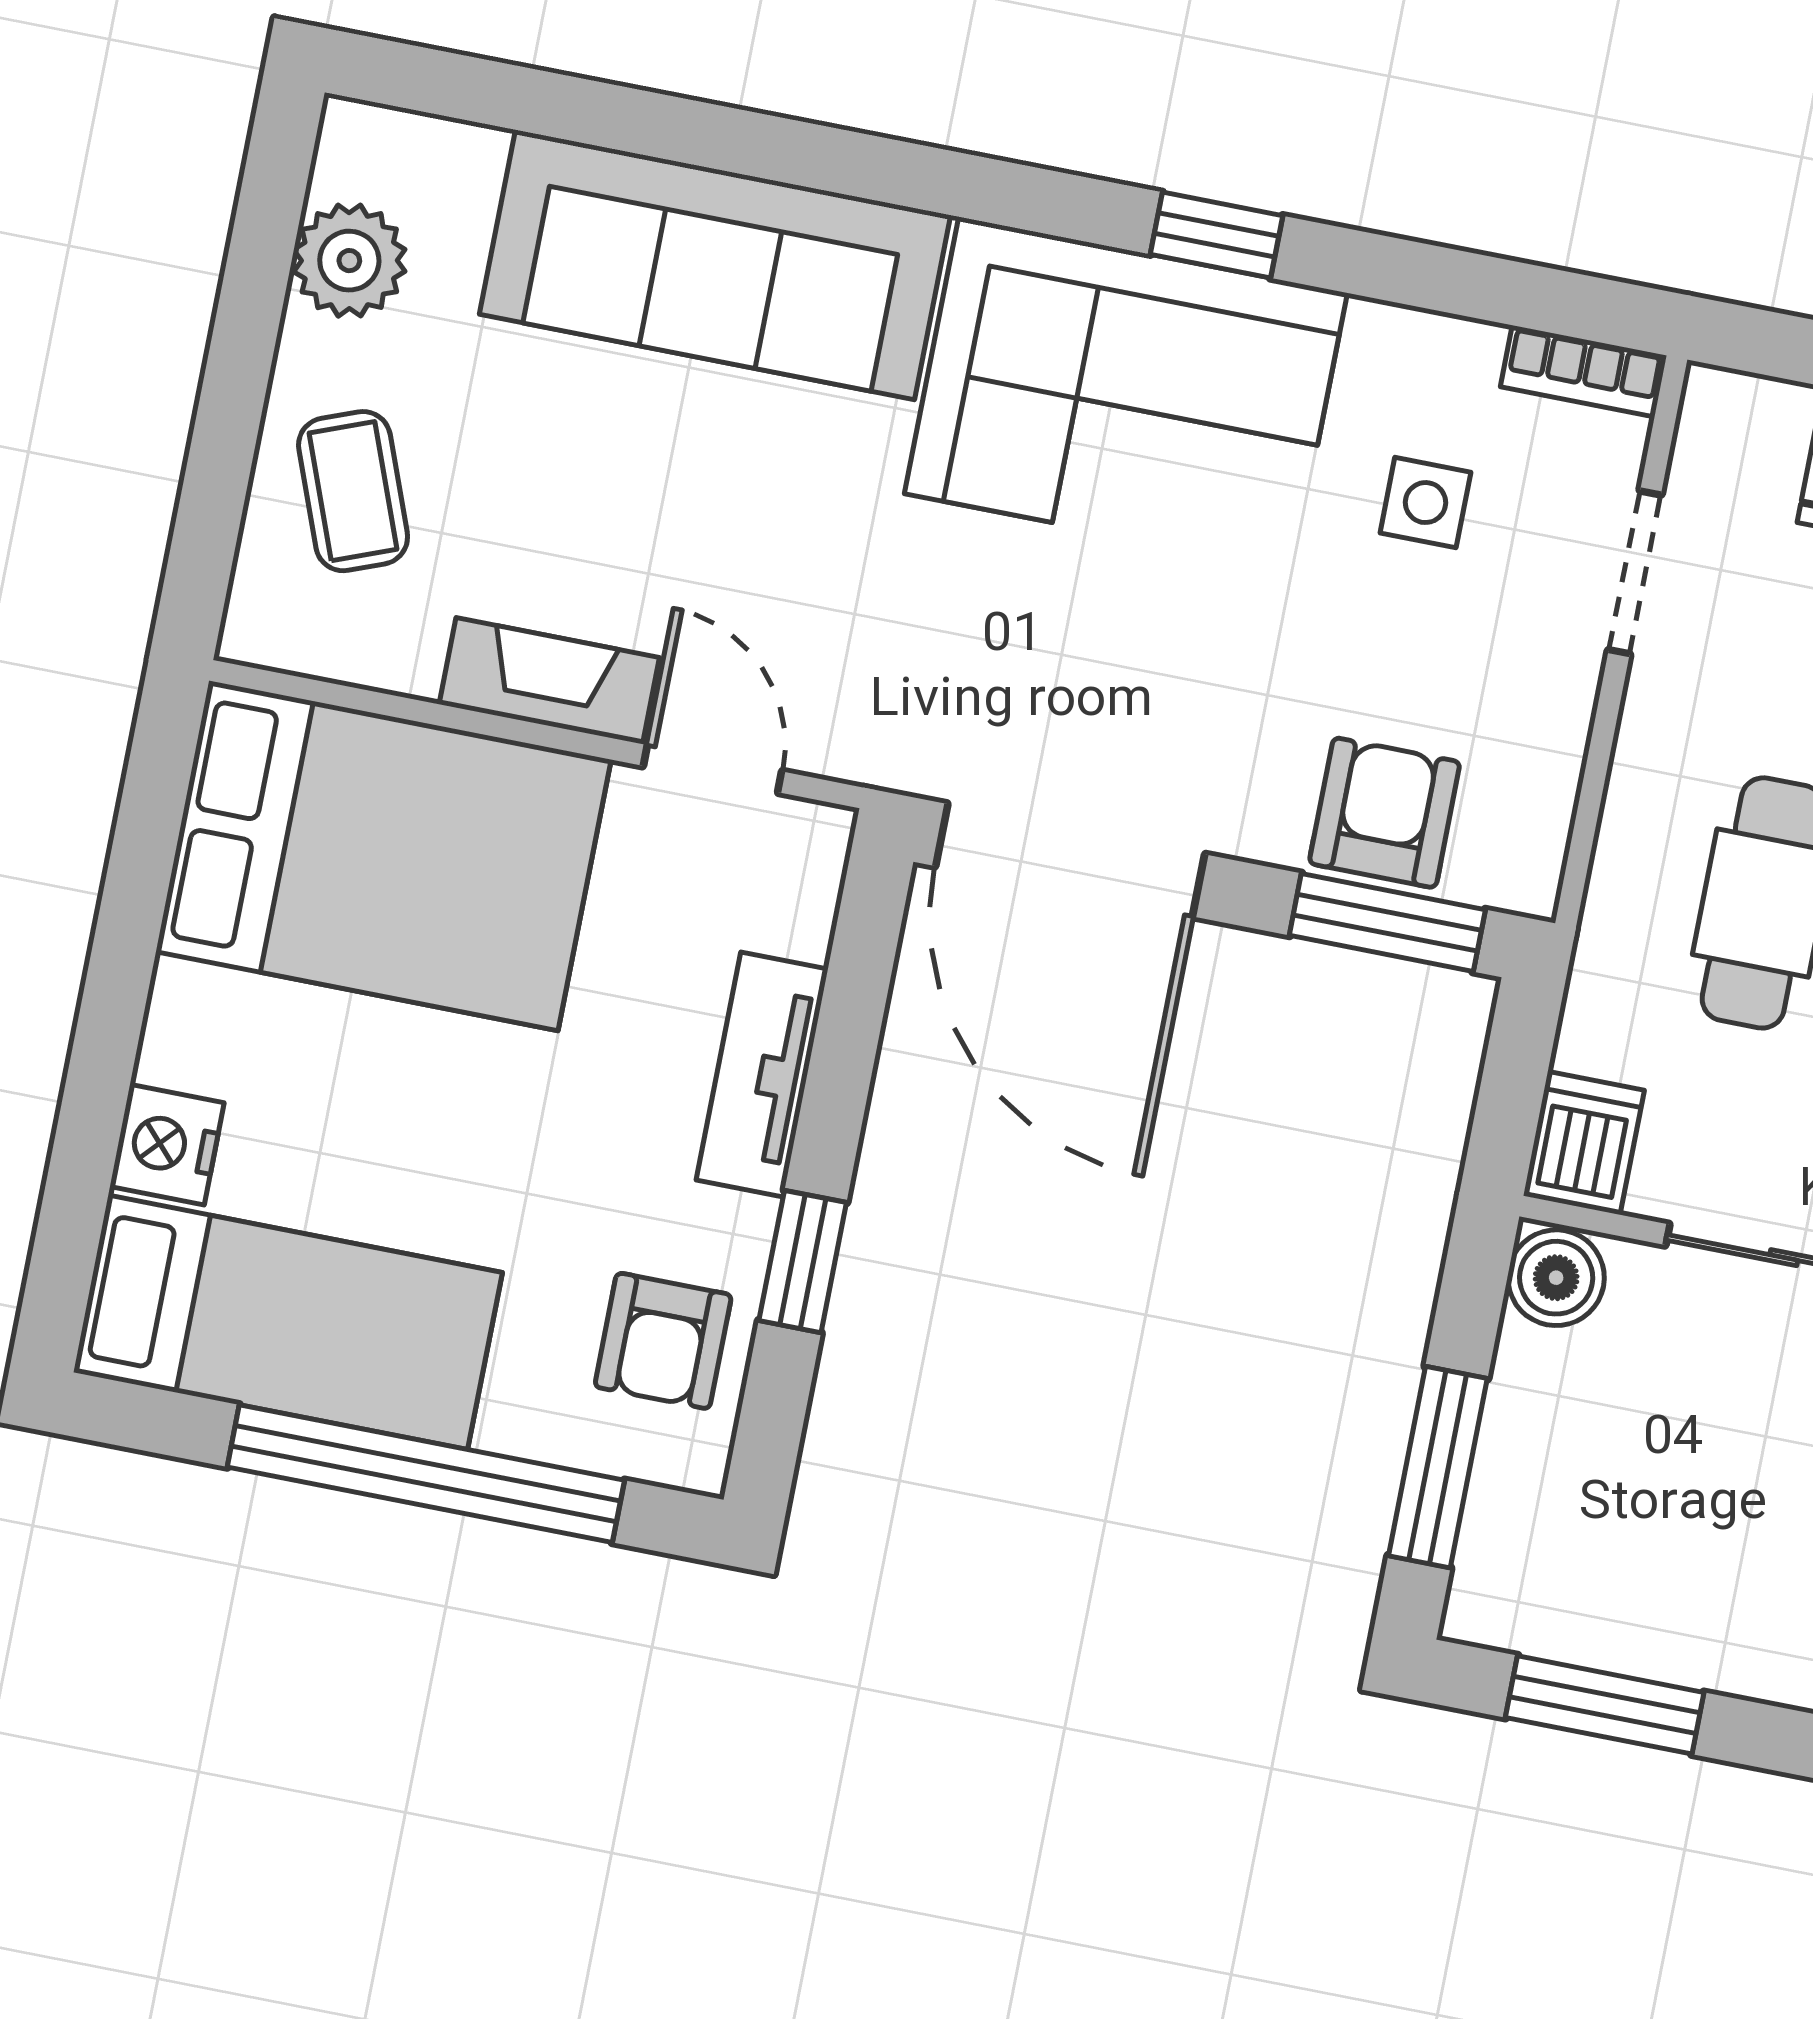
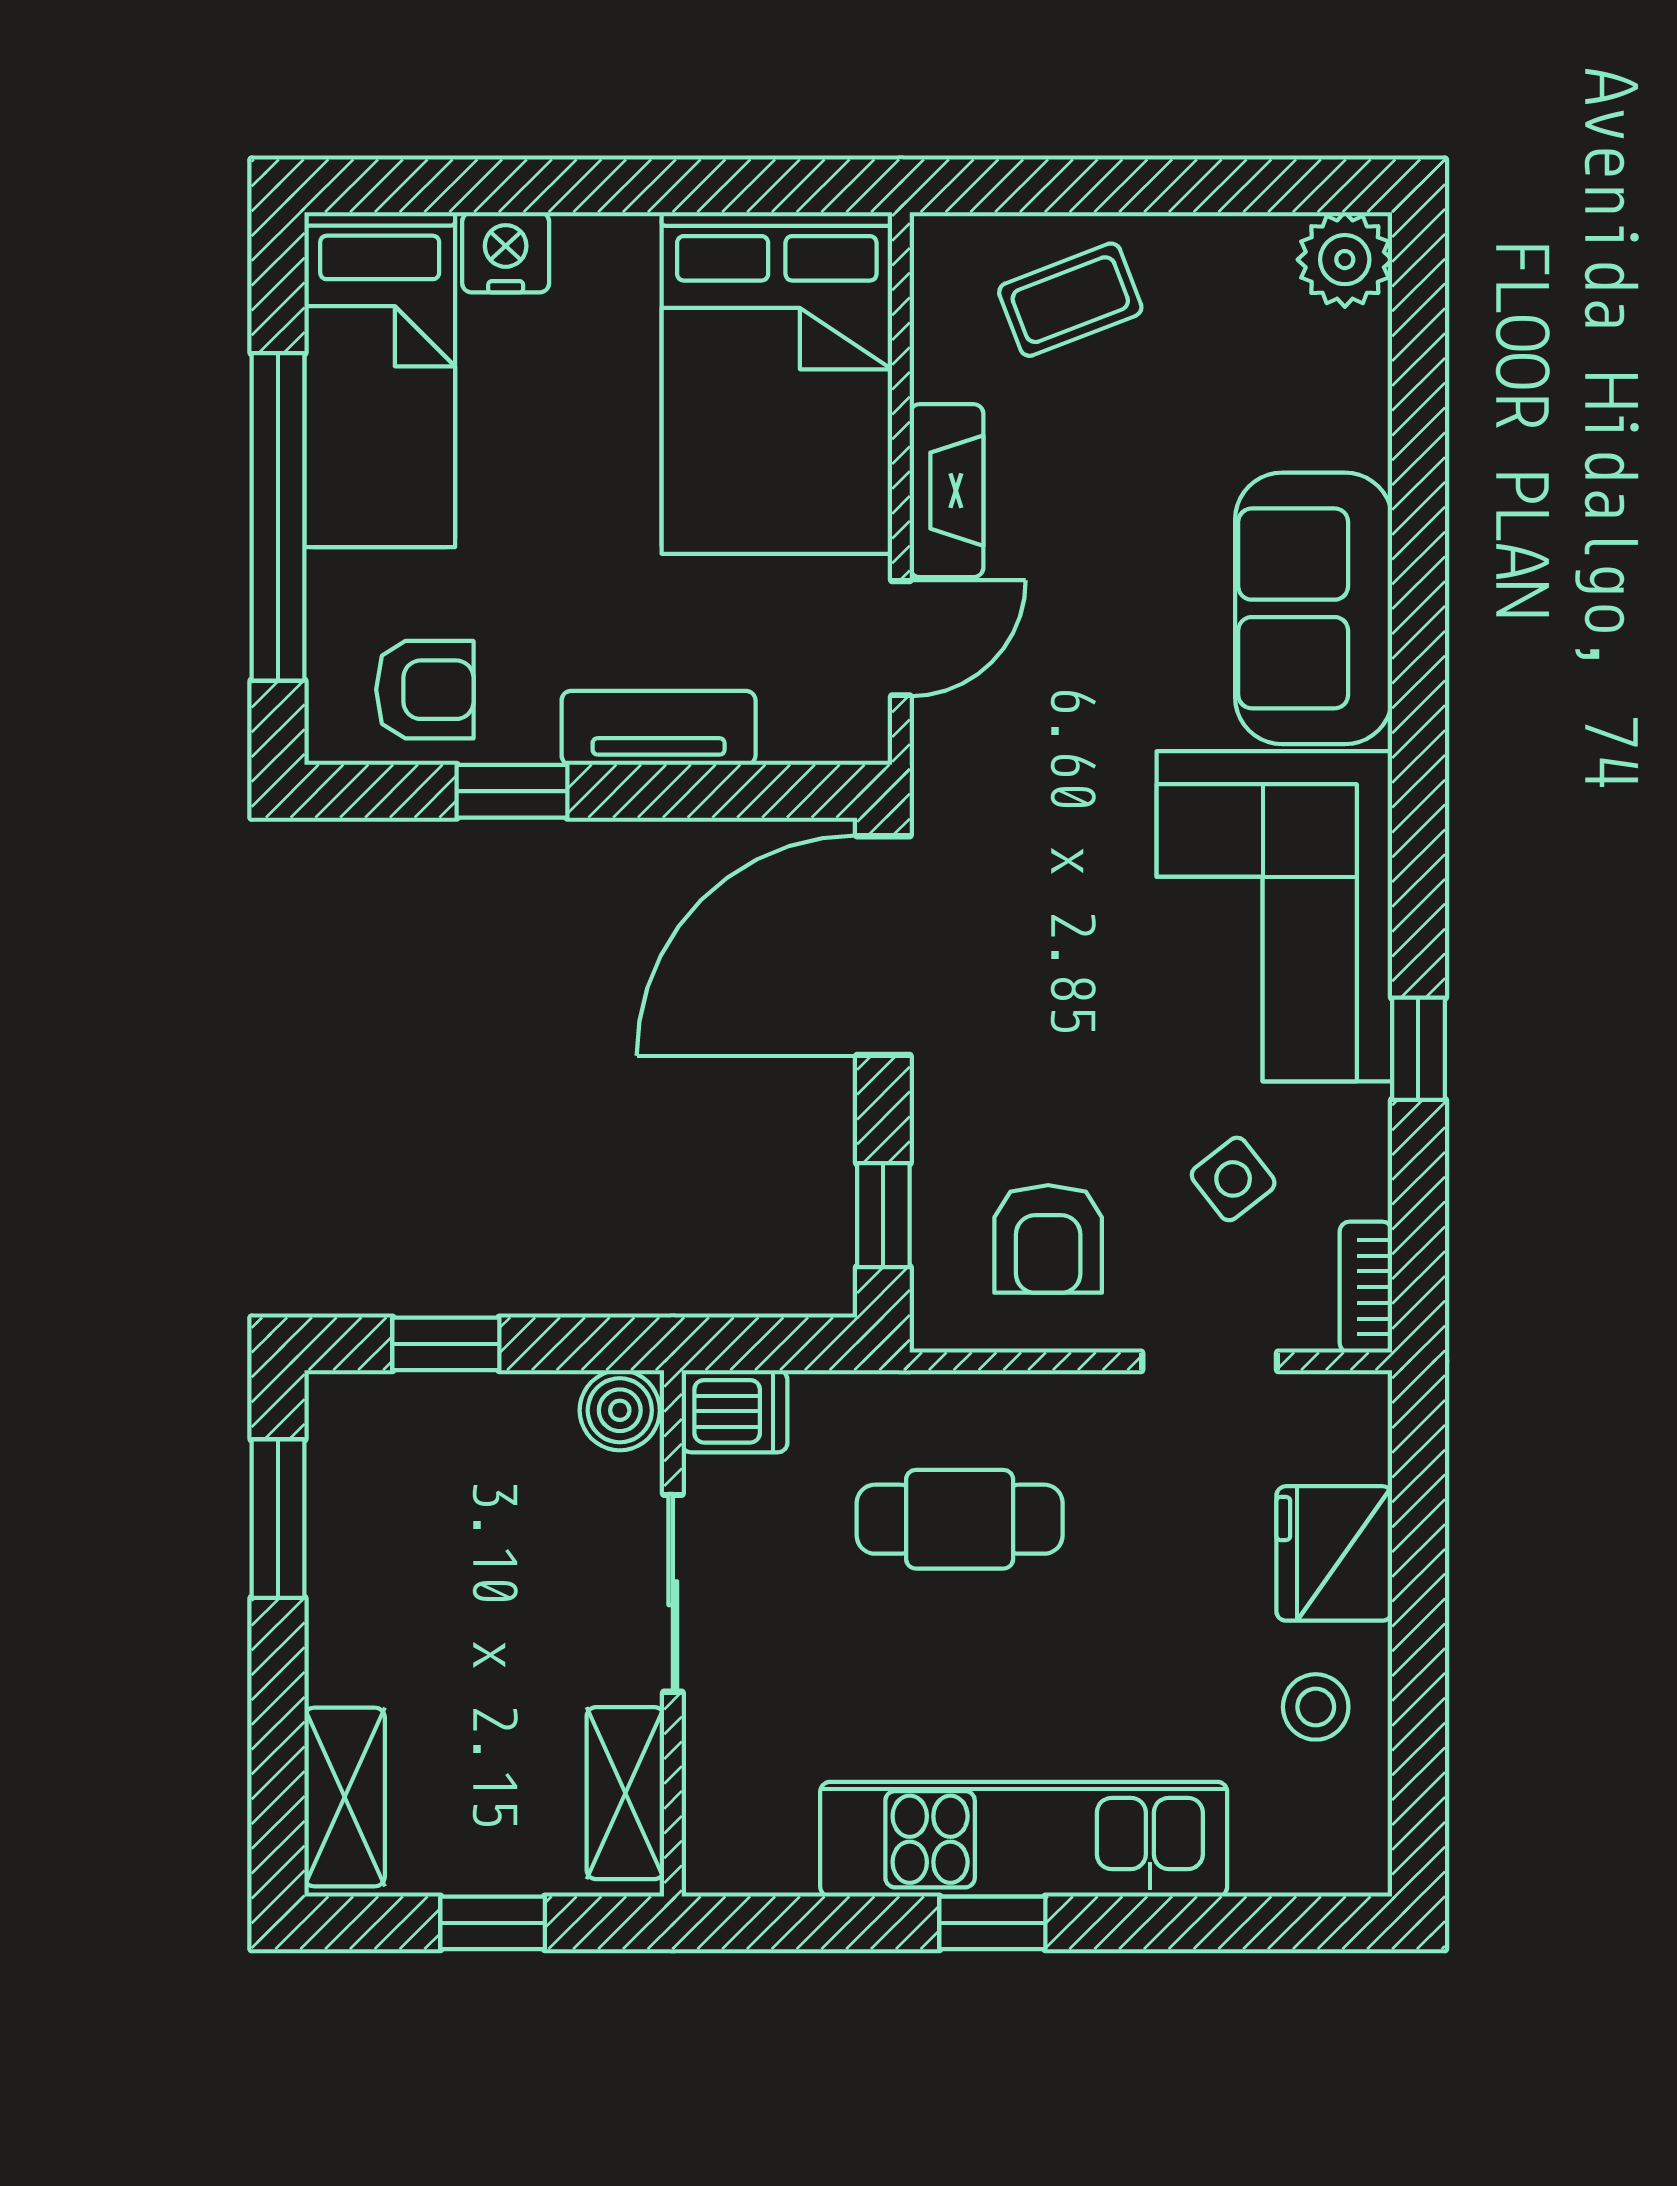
window: (1216, 235) -> (1418, 1049), moved
plant: (349, 261) -> (1345, 260), moved
sofa: (715, 265) -> (1314, 608), width x0.73
side table: (1425, 503) -> (1233, 1179), turned -38
armchair: (1385, 813) -> (1048, 1239), moved, turned 90
window: (1387, 922) -> (883, 1215), width x0.67
armchair: (663, 1341) -> (425, 690), turned 180
window: (1438, 1467) -> (446, 1344), width x0.67

